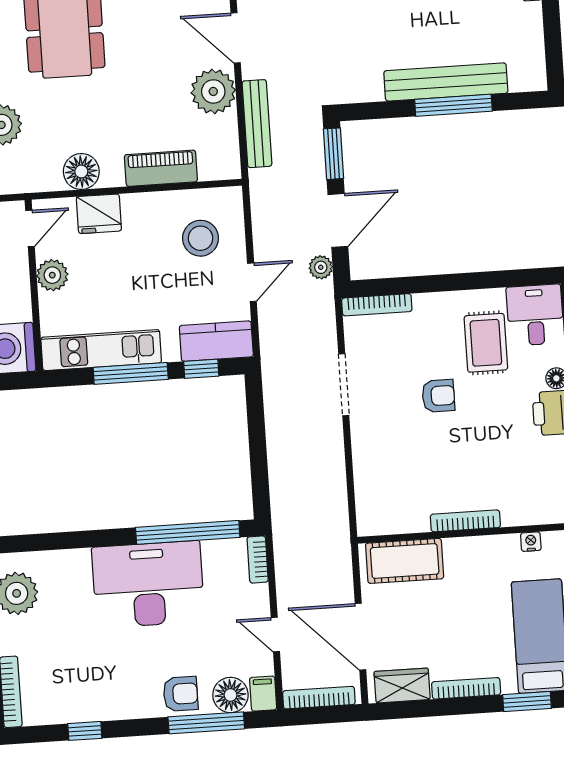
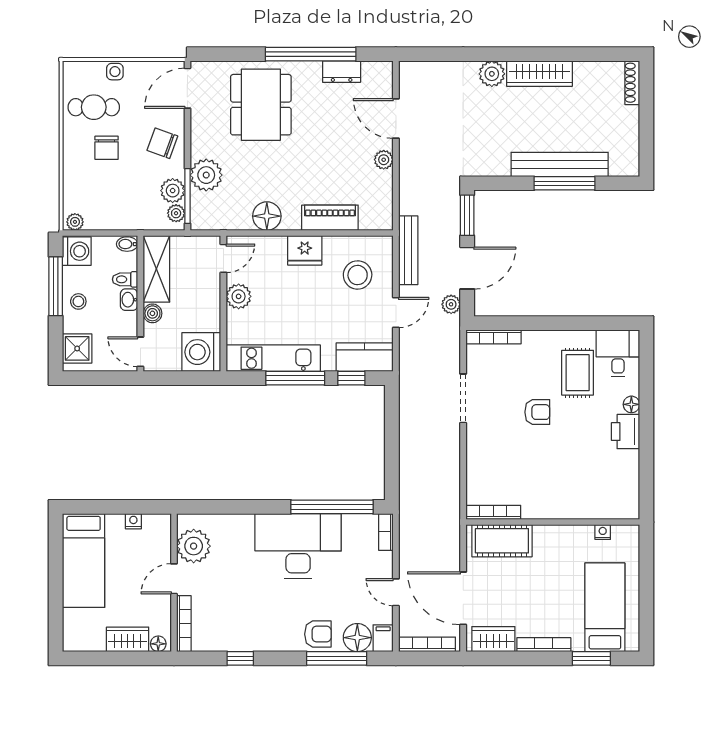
plant: (213, 91) -> (384, 160), width x0.53, depth x0.53
bench: (257, 124) -> (408, 250), moved
fridge: (99, 214) -> (305, 250), moved
bookcase: (465, 521) -> (493, 512), moved

